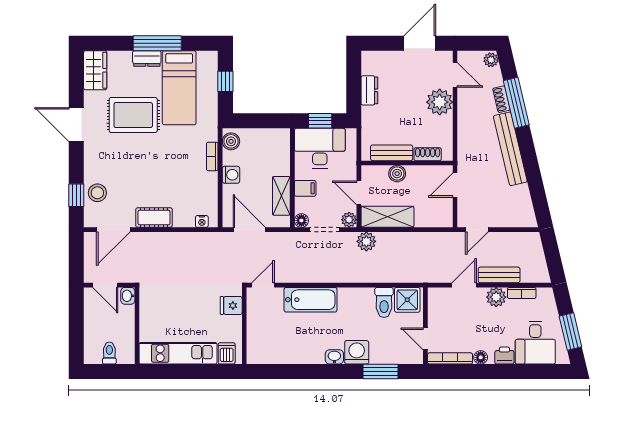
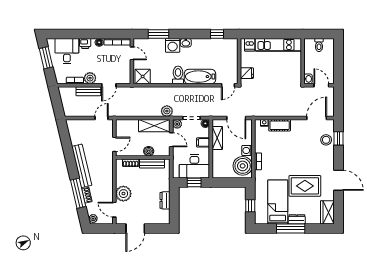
boiler: (231, 141) -> (243, 166), width x1.86, depth x1.86
cot: (154, 217) -> (280, 125), moved
toilet: (384, 302) -> (178, 75), moved
window: (282, 372) -> (217, 34), added

